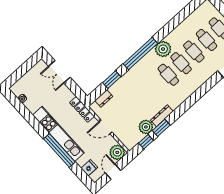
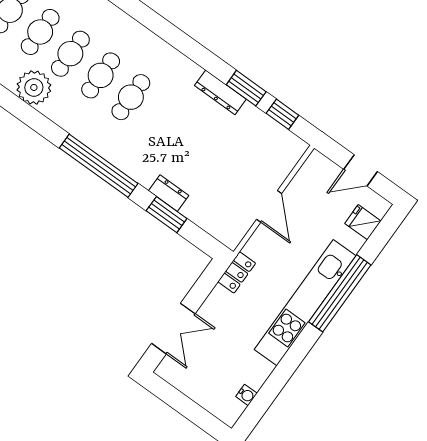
plant: (163, 49) -> (34, 87), moved
dresser: (104, 98) -> (169, 193), moved
locker: (82, 109) -> (237, 272), width x0.66
plant: (146, 127) -> (251, 121), removed
plant: (117, 152) -> (318, 170), removed

